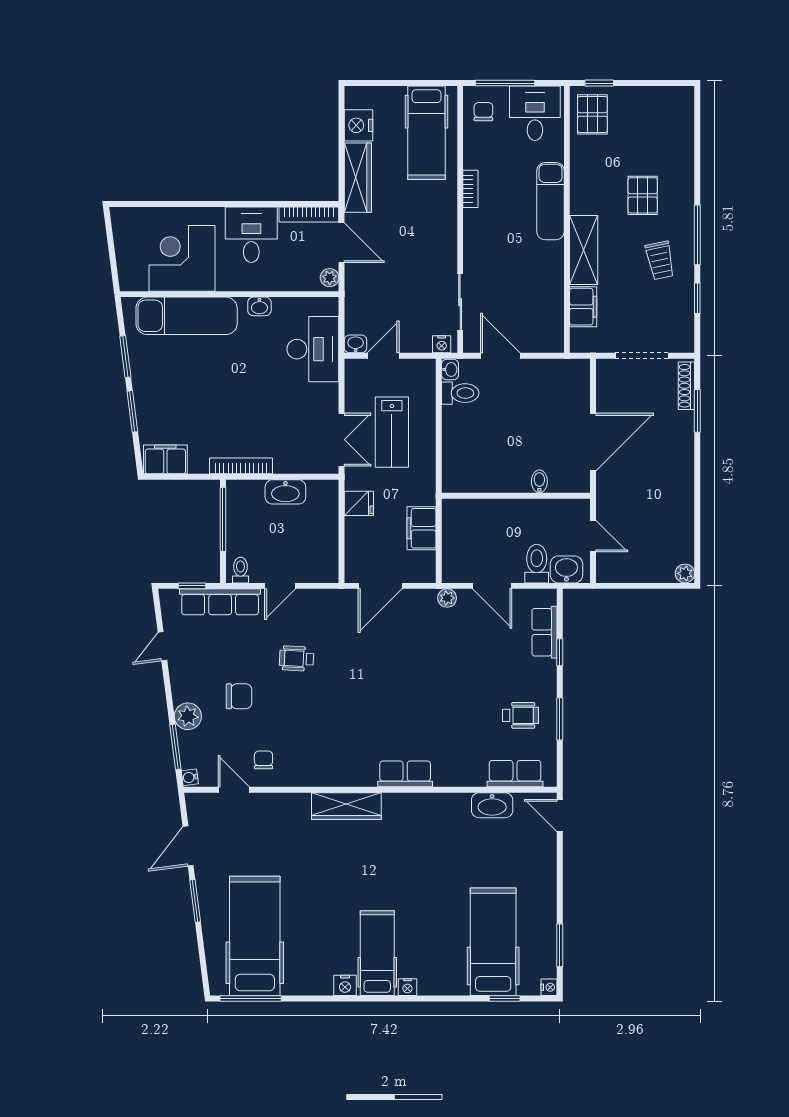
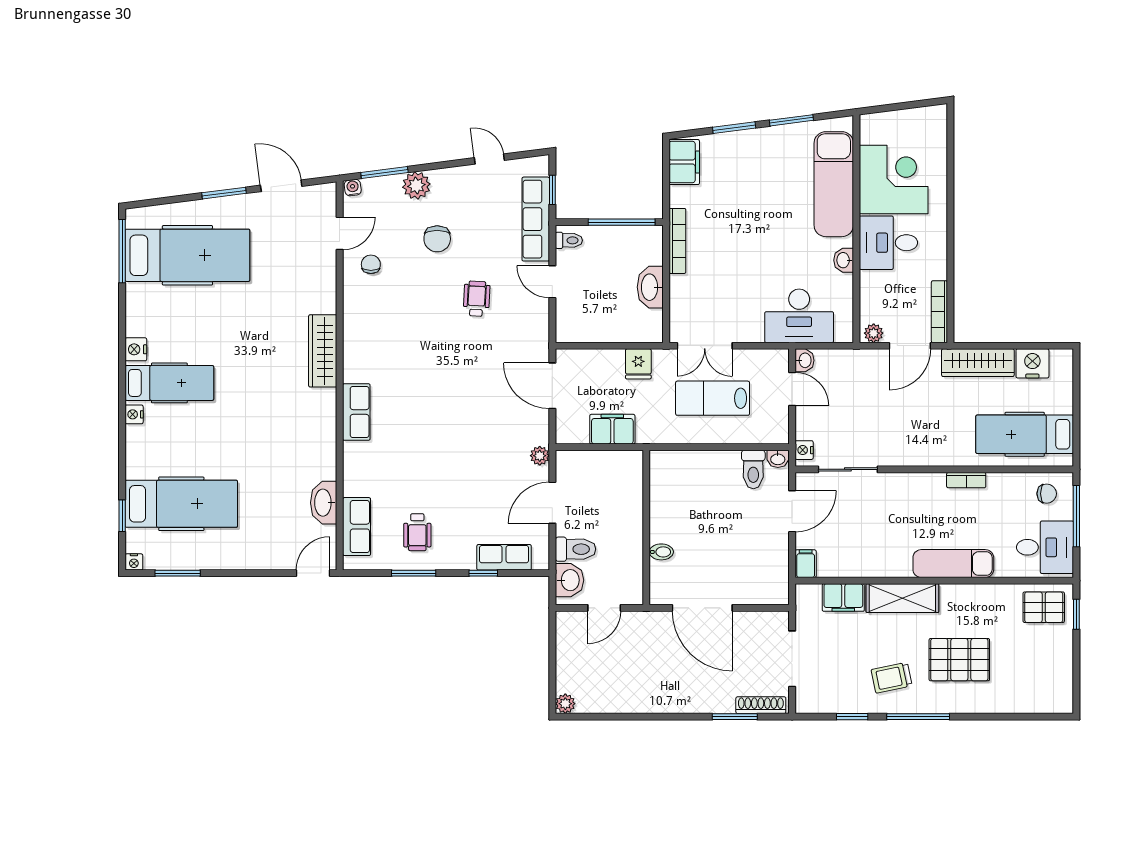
pallet: (643, 195) -> (959, 660), width x1.50, depth x1.42
desk: (251, 235) -> (888, 243), moved, turned 180
filing cabinet: (551, 343) -> (806, 564), added
chair: (263, 760) -> (371, 264), turned -90

